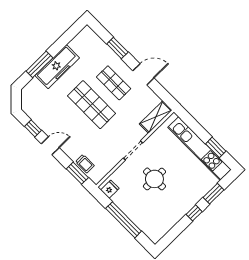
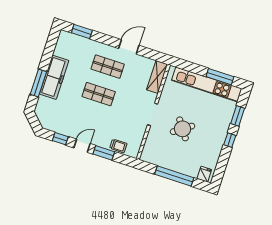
window: (117, 48) -> (82, 32), moved
shop shelf: (92, 105) -> (99, 94), width x0.70, depth x0.74
window: (216, 147) -> (220, 77), width x1.44
window: (77, 173) -> (104, 153), moved
round table: (154, 179) -> (182, 129), turned -35
fridge: (110, 189) -> (204, 174), moved

